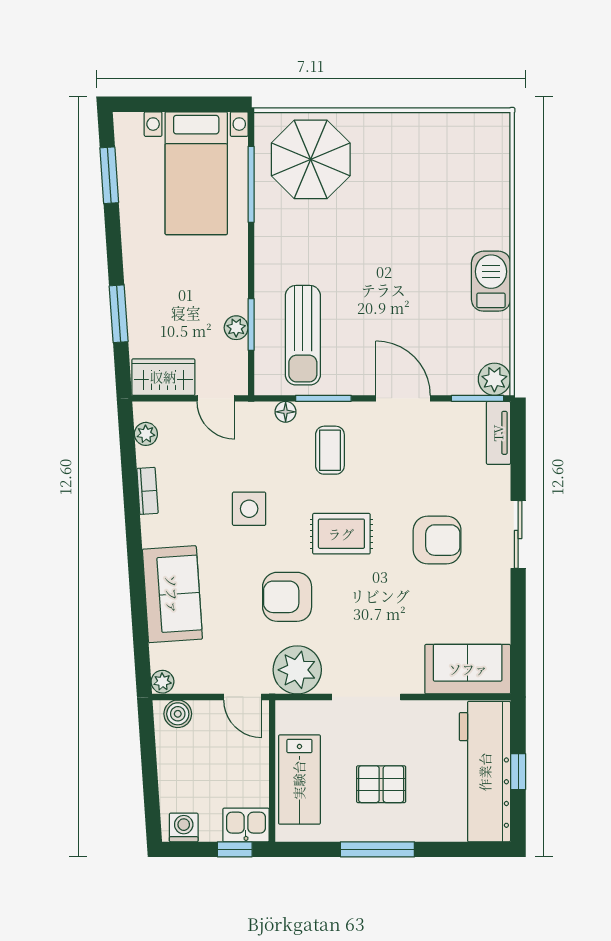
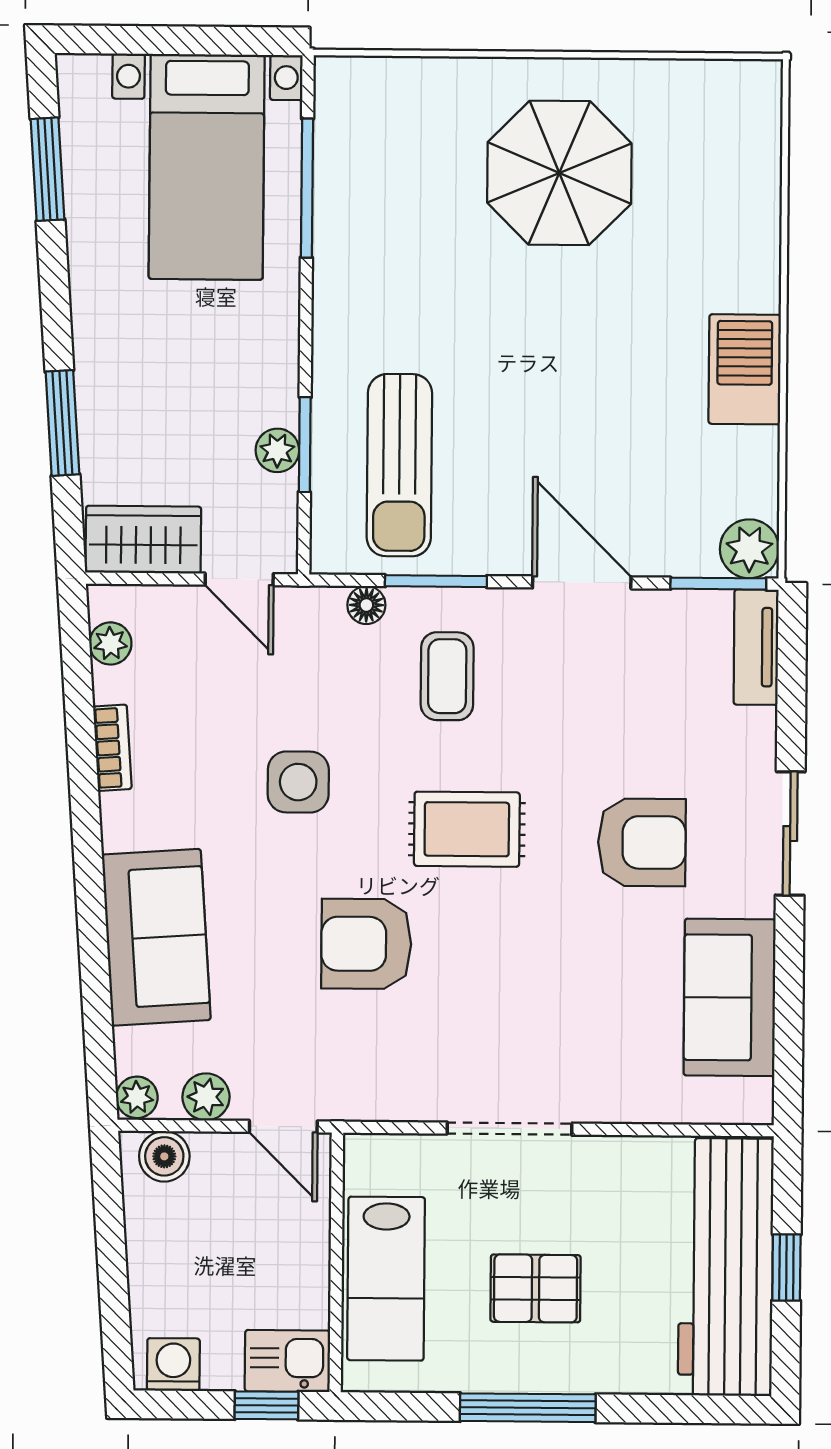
parasol: (311, 159) -> (559, 173), moved
sofa: (468, 669) -> (730, 997), moved, turned -90
plant: (297, 670) -> (206, 1097), moved, width x0.53, depth x0.53

